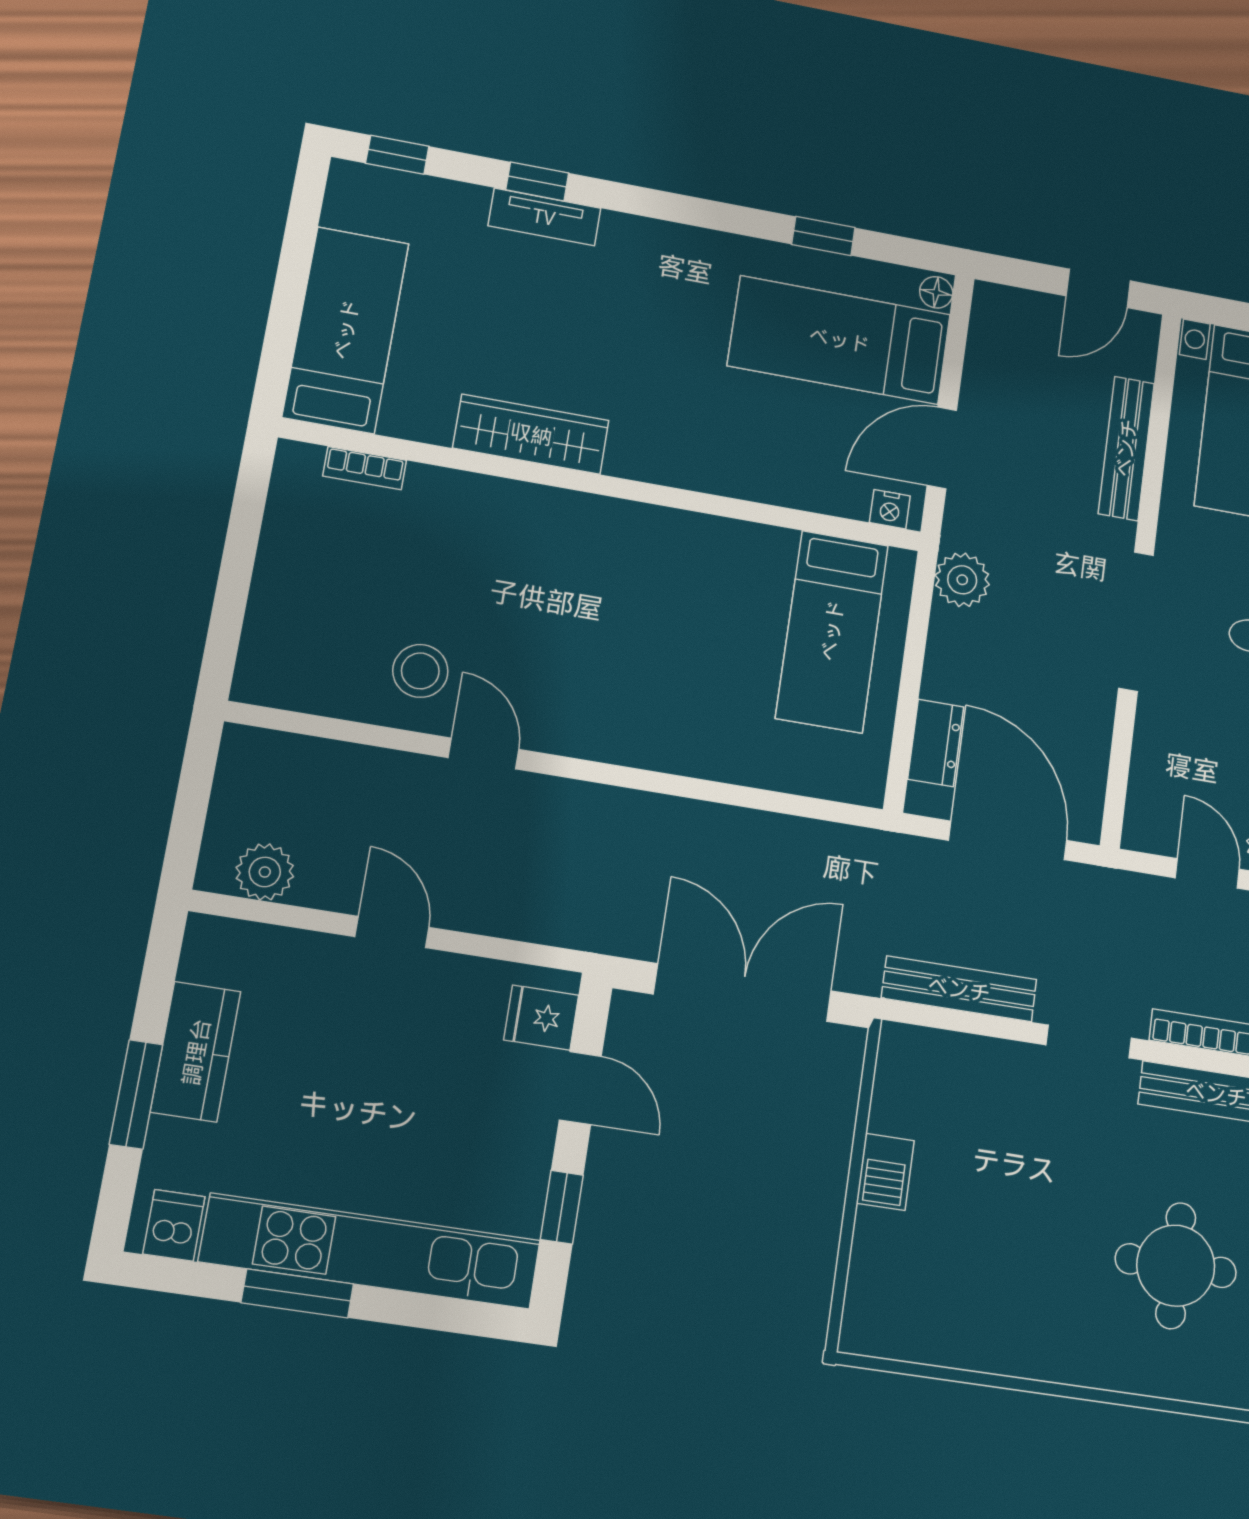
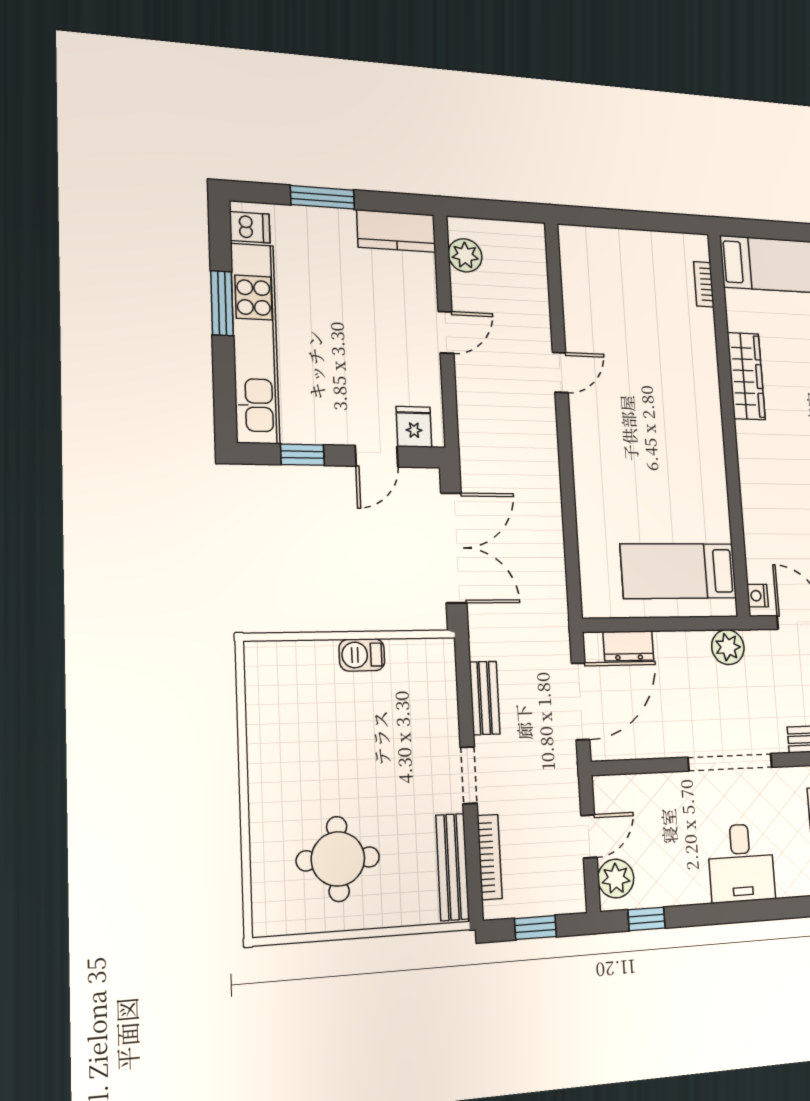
stool: (420, 671) -> (599, 330), removed
bench: (959, 989) -> (485, 698), width x0.73
kitchen counter: (196, 1052) -> (396, 231), moved

